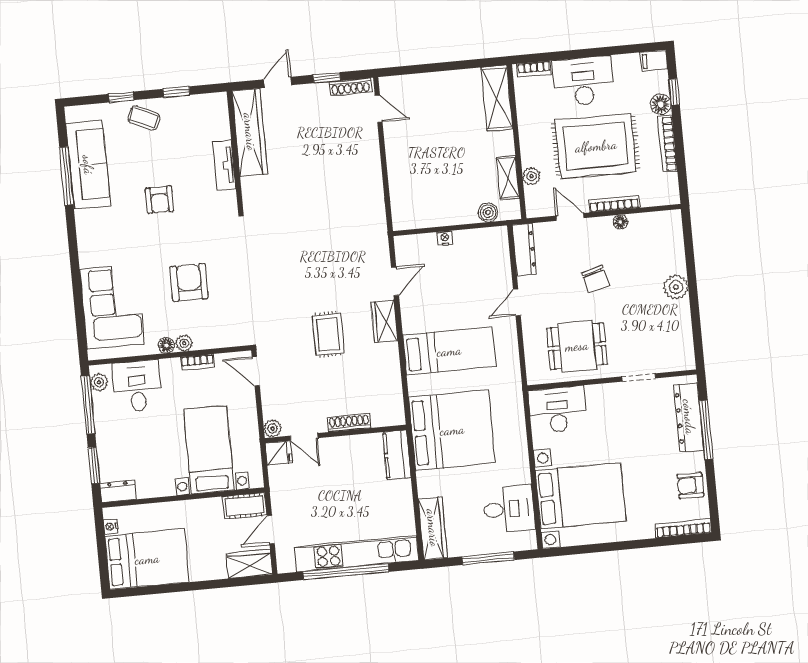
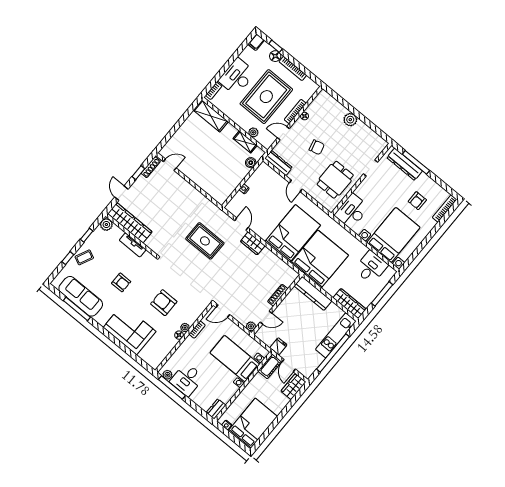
plant: (216, 104) -> (106, 225), added
corner sofa: (112, 307) -> (130, 329), moved
rug: (328, 334) -> (205, 241), moved, width x1.36, depth x1.43
bed: (449, 351) -> (293, 233), width x1.50
desk: (137, 386) -> (187, 380), moved, turned -90
fridge: (279, 453) -> (278, 346), moved
kitchen counter: (397, 455) -> (313, 293), width x1.50
window: (94, 465) -> (197, 408), removed
armchair: (690, 485) -> (417, 201), moved
kitchen unit: (357, 554) -> (336, 335), width x0.73

